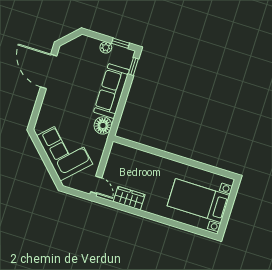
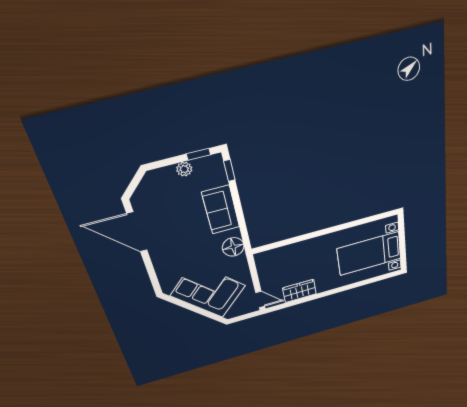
sofa: (111, 91) -> (221, 210), width x0.73

